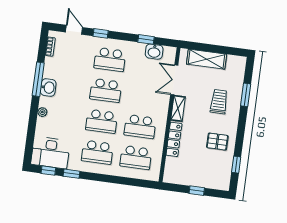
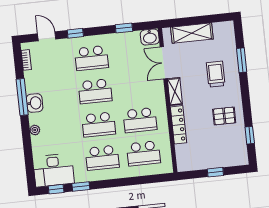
washbasin: (154, 52) -> (150, 37), moved

